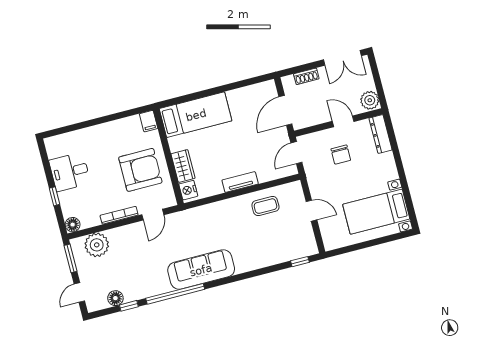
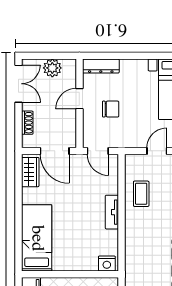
plant: (370, 100) -> (52, 68), moved
wardrobe: (183, 166) -> (30, 172), moved, turned 90

